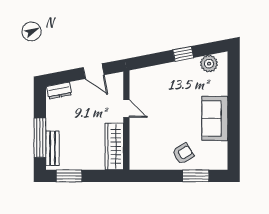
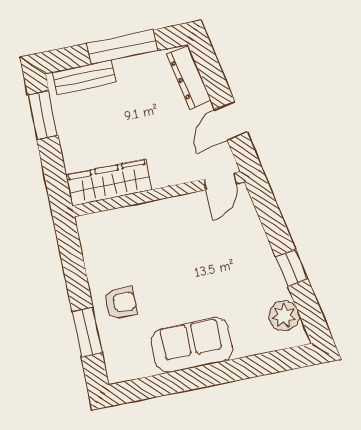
dresser: (59, 91) -> (189, 77), width x1.44
door: (126, 108) -> (220, 181), moved
window: (40, 138) -> (122, 47), moved
armchair: (183, 154) -> (121, 303), turned -58

